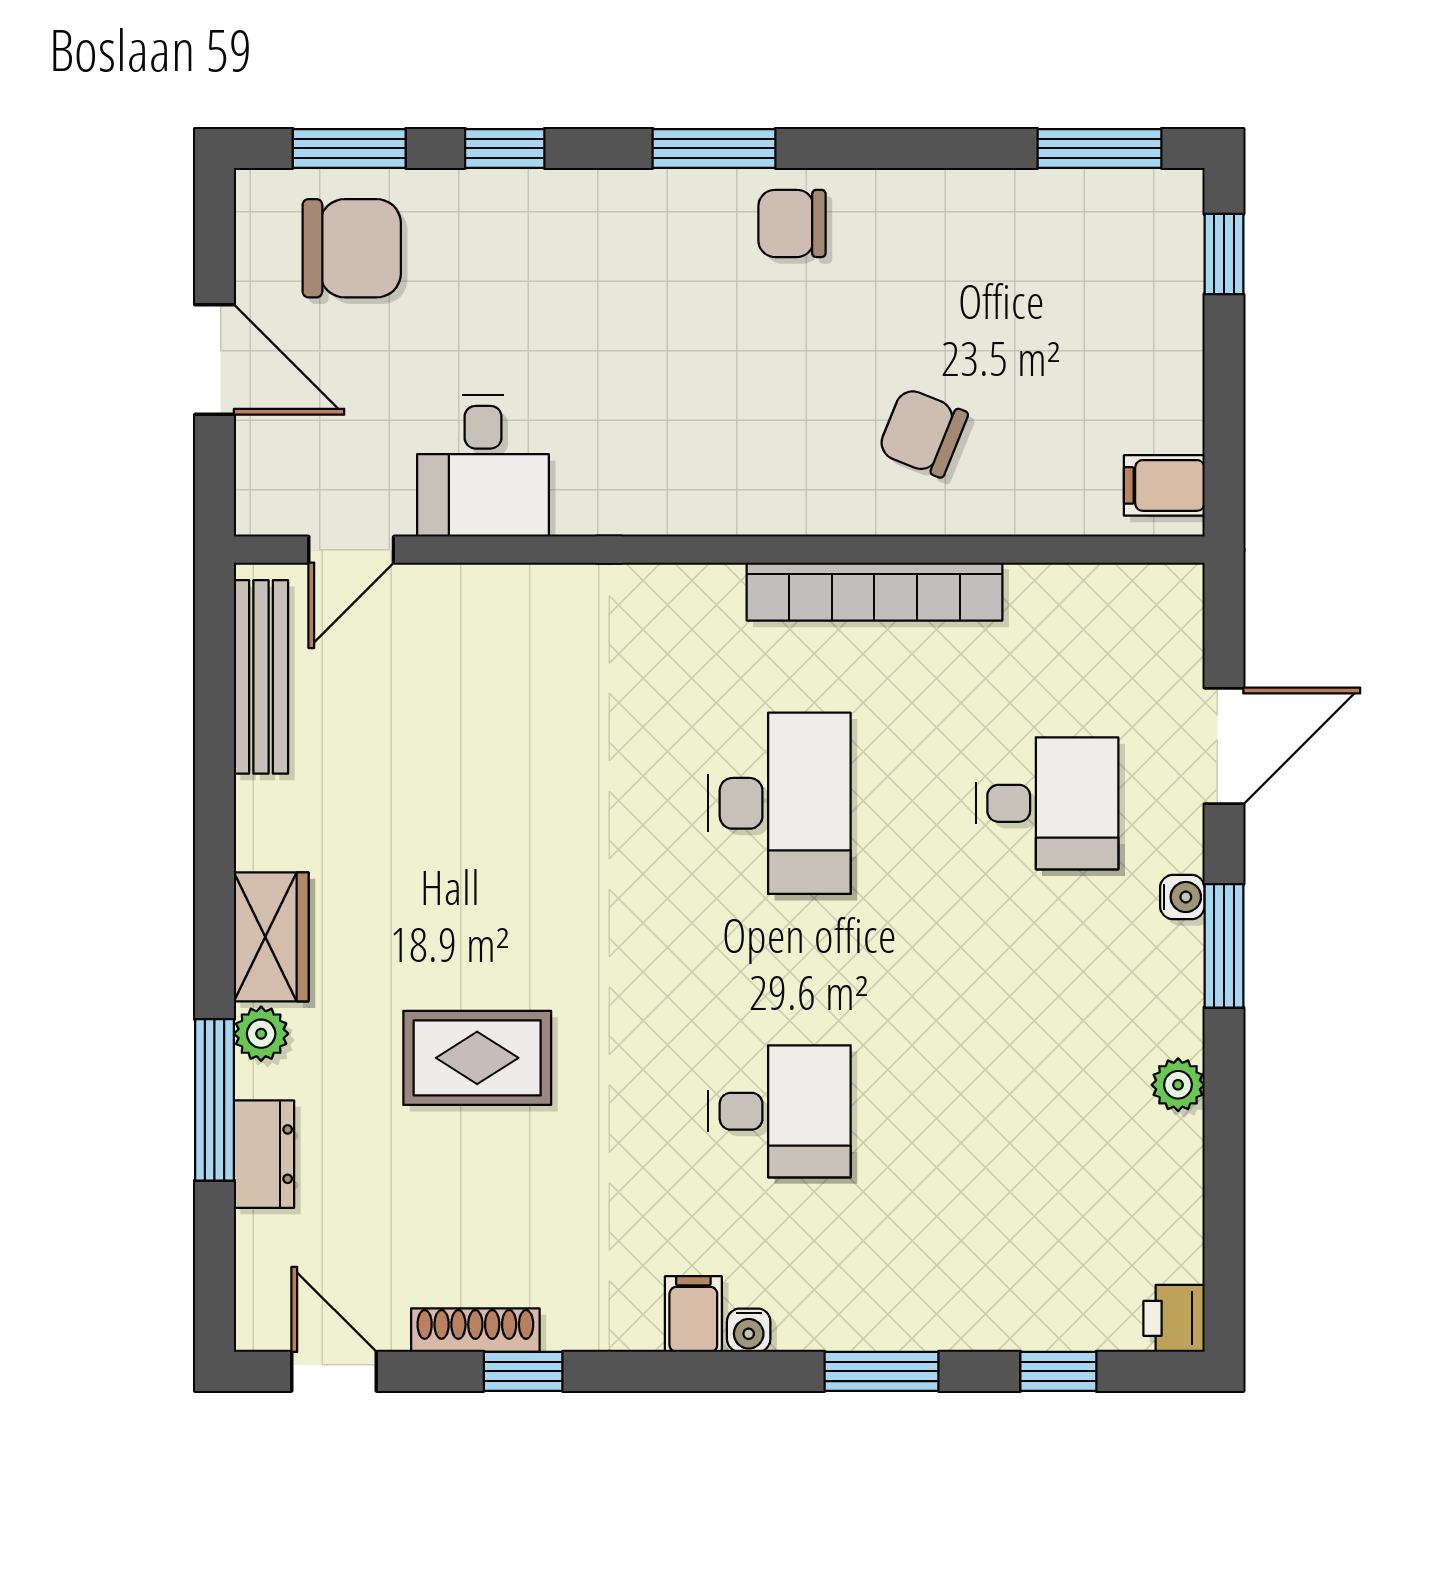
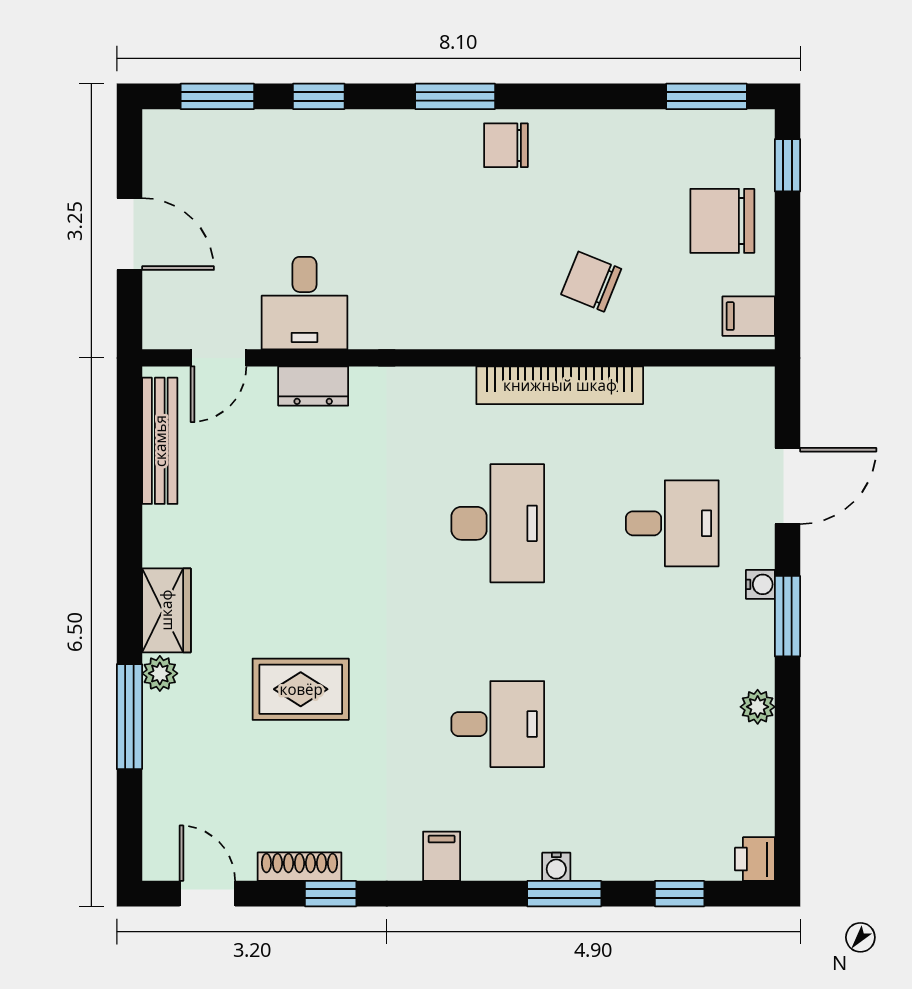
chair: (352, 248) -> (722, 221), moved, turned 180
dresser: (264, 1154) -> (313, 386), moved, turned 90
water cooler: (749, 1330) -> (556, 867), moved

